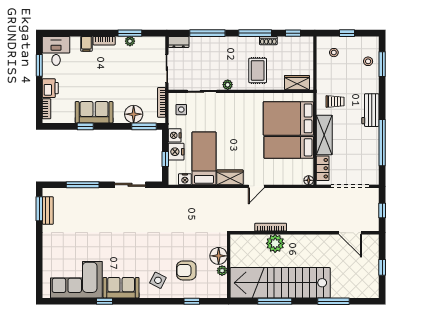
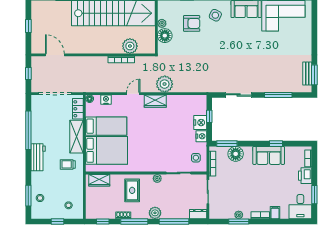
plant: (230, 43) -> (155, 213), added
bed: (204, 158) -> (177, 117), removed
nightstand: (185, 179) -> (106, 100), moved
plant: (219, 198) -> (165, 84), added
plant: (275, 243) -> (130, 46), moved

